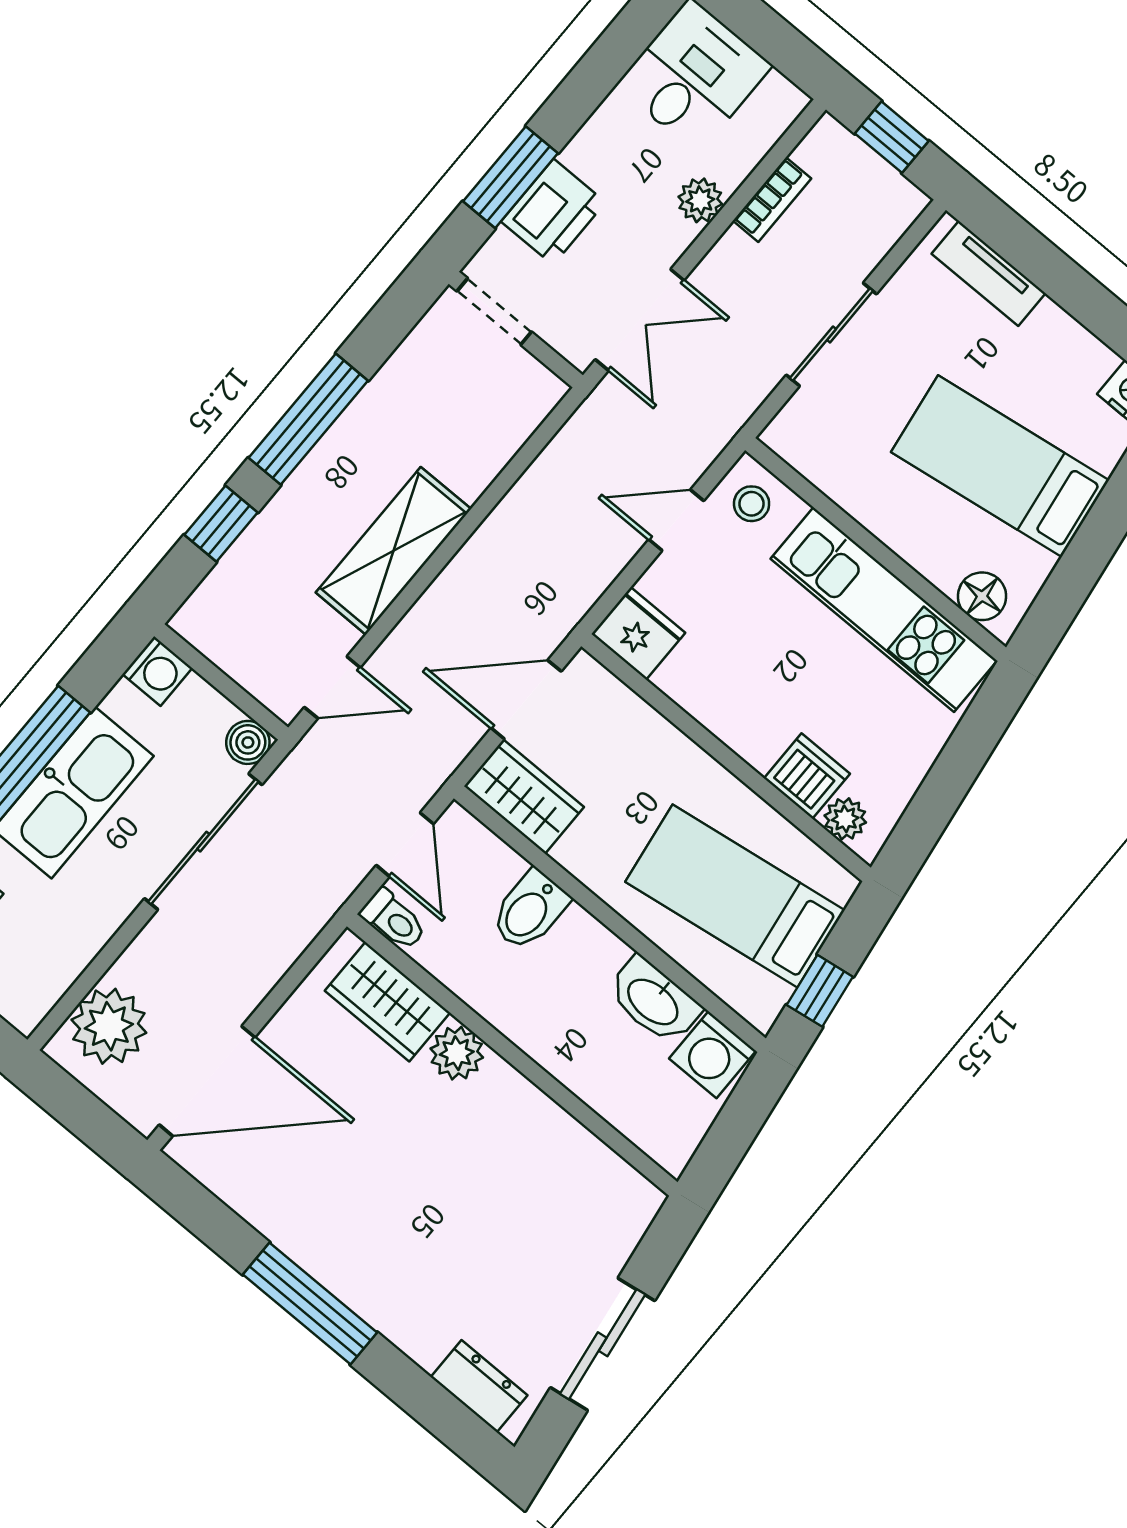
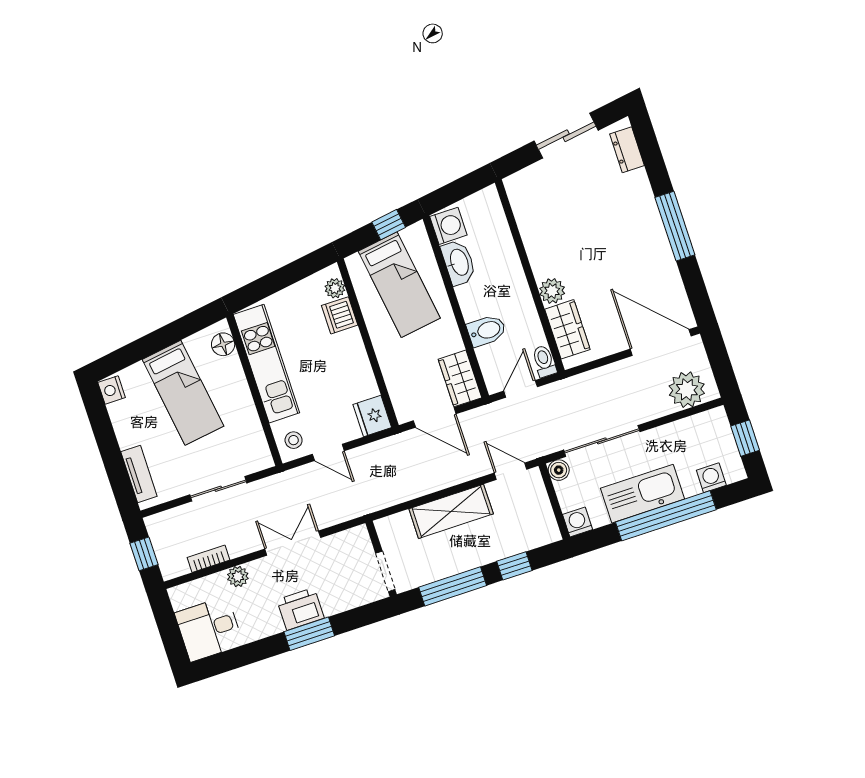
doorway: (494, 312) -> (385, 571), moved
wall: (516, 330) -> (381, 559), moved

